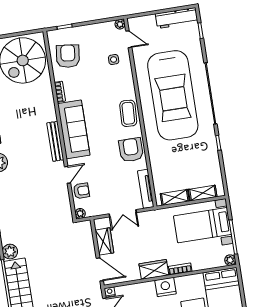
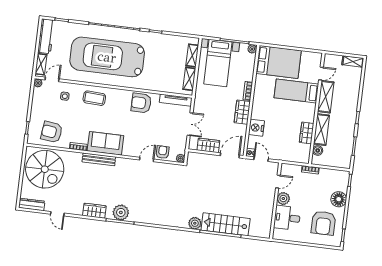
shelving: (143, 21) -> (41, 64), added
car: (173, 95) -> (107, 57), turned 180
coffee table: (128, 113) -> (94, 98), moved
sofa: (74, 129) -> (105, 143), width x0.73
bench: (55, 141) -> (99, 159), moved
door: (68, 175) -> (147, 160), hinge flipped
nightstand: (166, 287) -> (256, 128), moved

